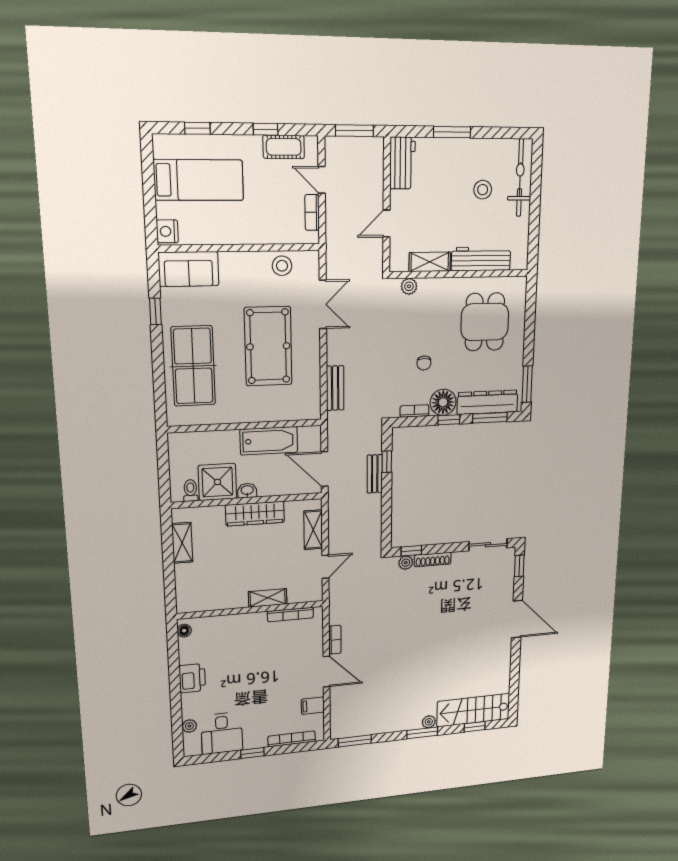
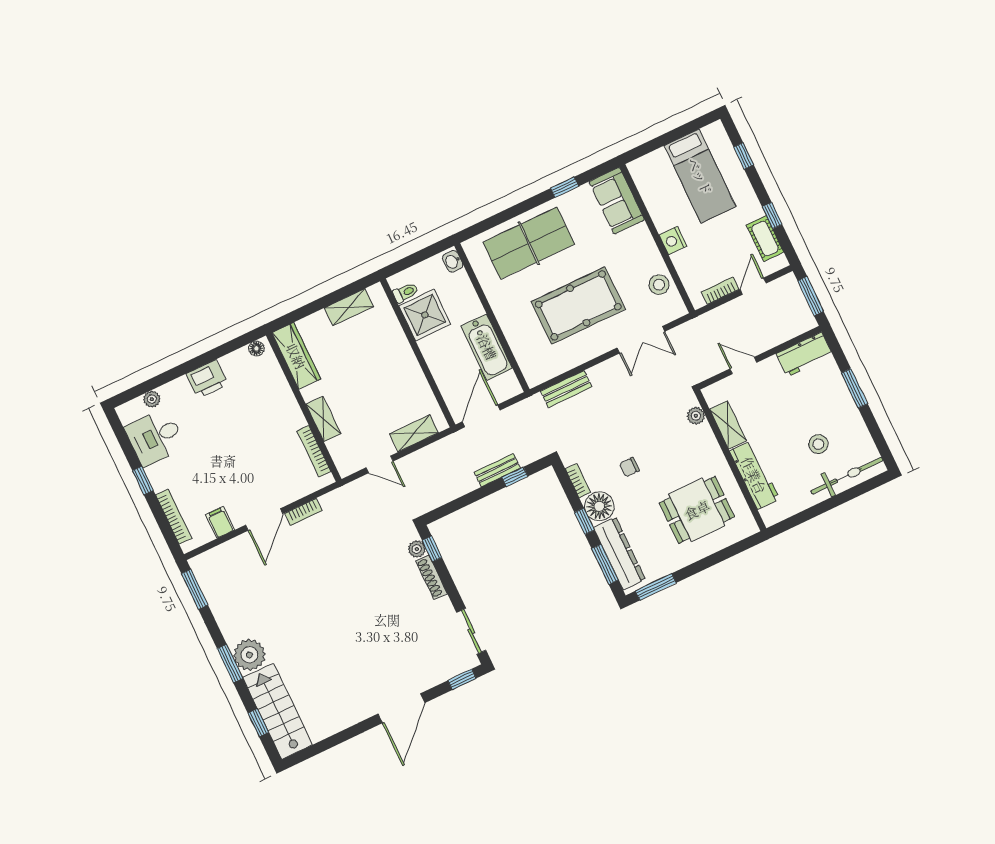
nightstand: (167, 231) -> (673, 241), moved, turned -90
washbasin: (247, 491) -> (453, 261), moved, turned 180
wardrobe: (255, 514) -> (296, 356), moved, turned 180
plant: (429, 722) -> (249, 655), width x1.87, depth x1.87

